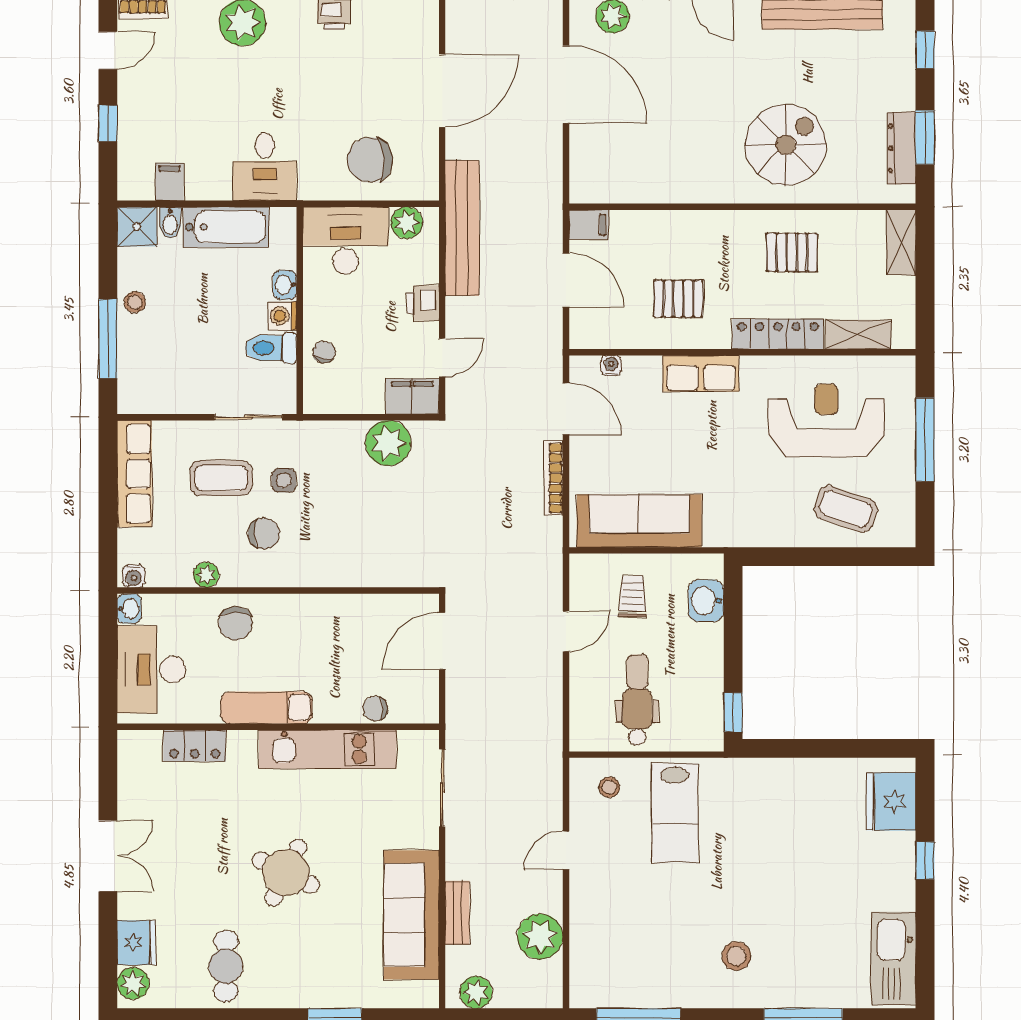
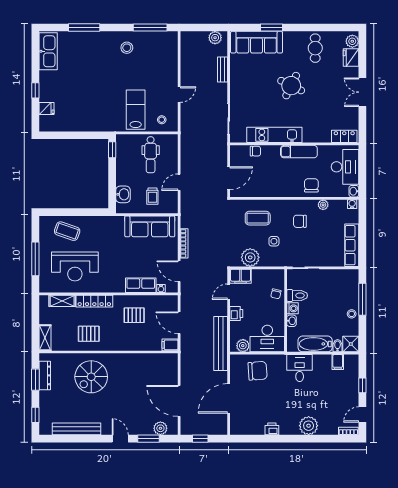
row of seats: (701, 374) -> (141, 285), moved
coffee table: (221, 478) -> (258, 218), moved
side table: (284, 480) -> (274, 241), moved
locker: (195, 746) -> (344, 136), moved
fridge: (891, 802) -> (46, 109), width x0.53, depth x0.75
sofa: (412, 915) -> (257, 42), moved, turned 90
plant: (540, 937) -> (189, 60), removed
stool: (736, 956) -> (127, 48), moved

